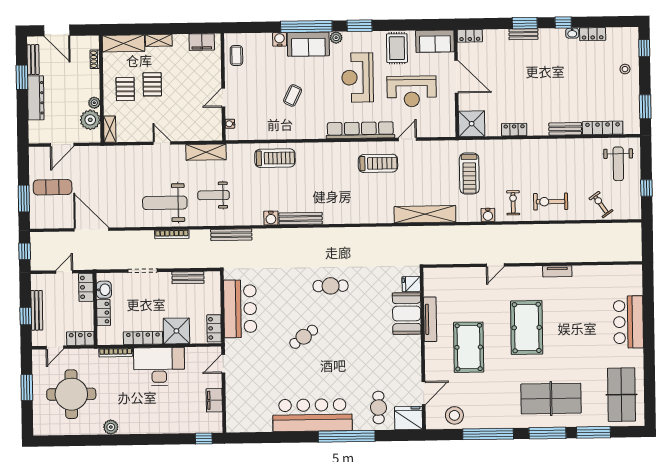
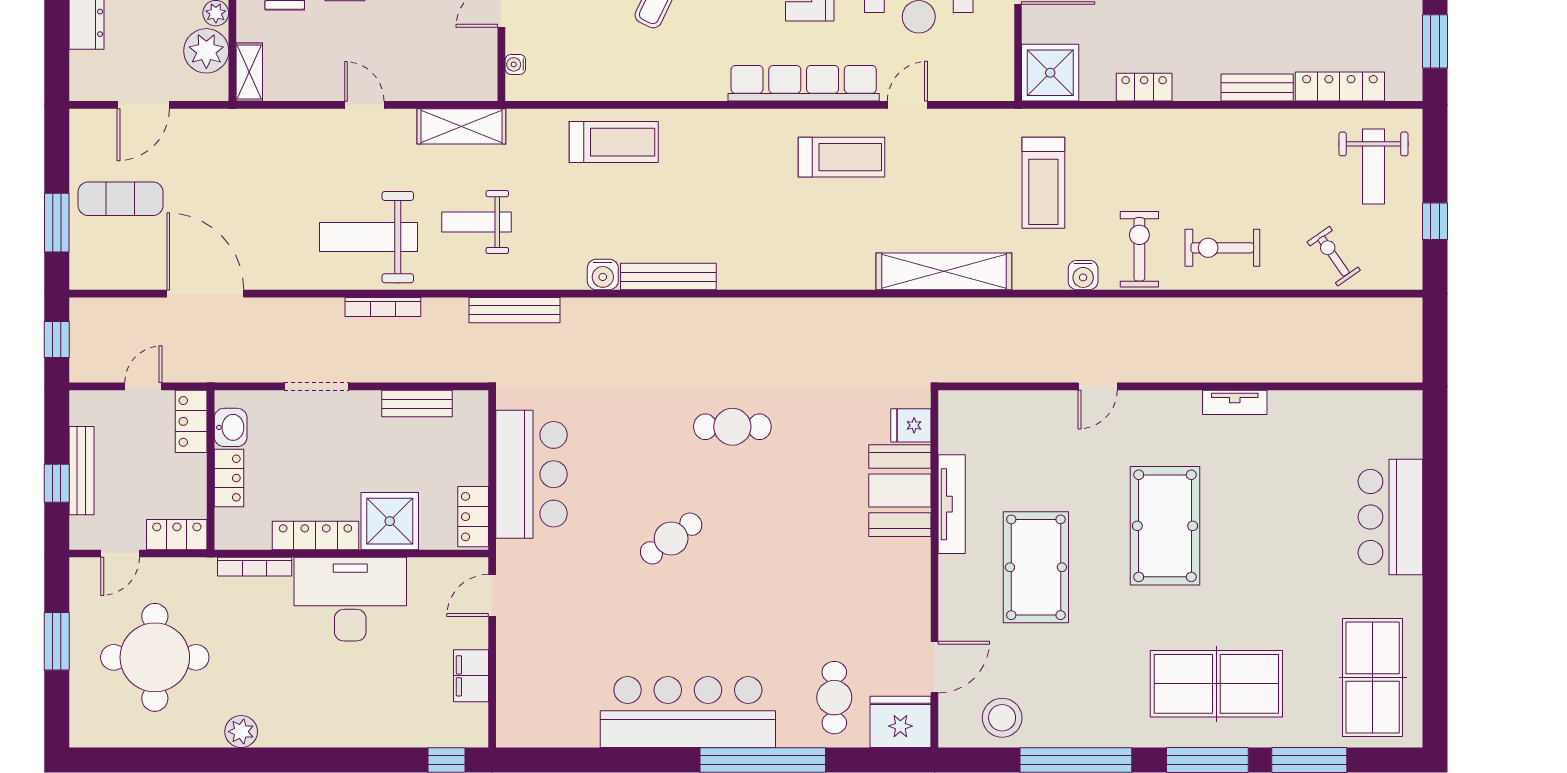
exercise bike: (513, 203) -> (1139, 249), width x1.38, depth x1.39

